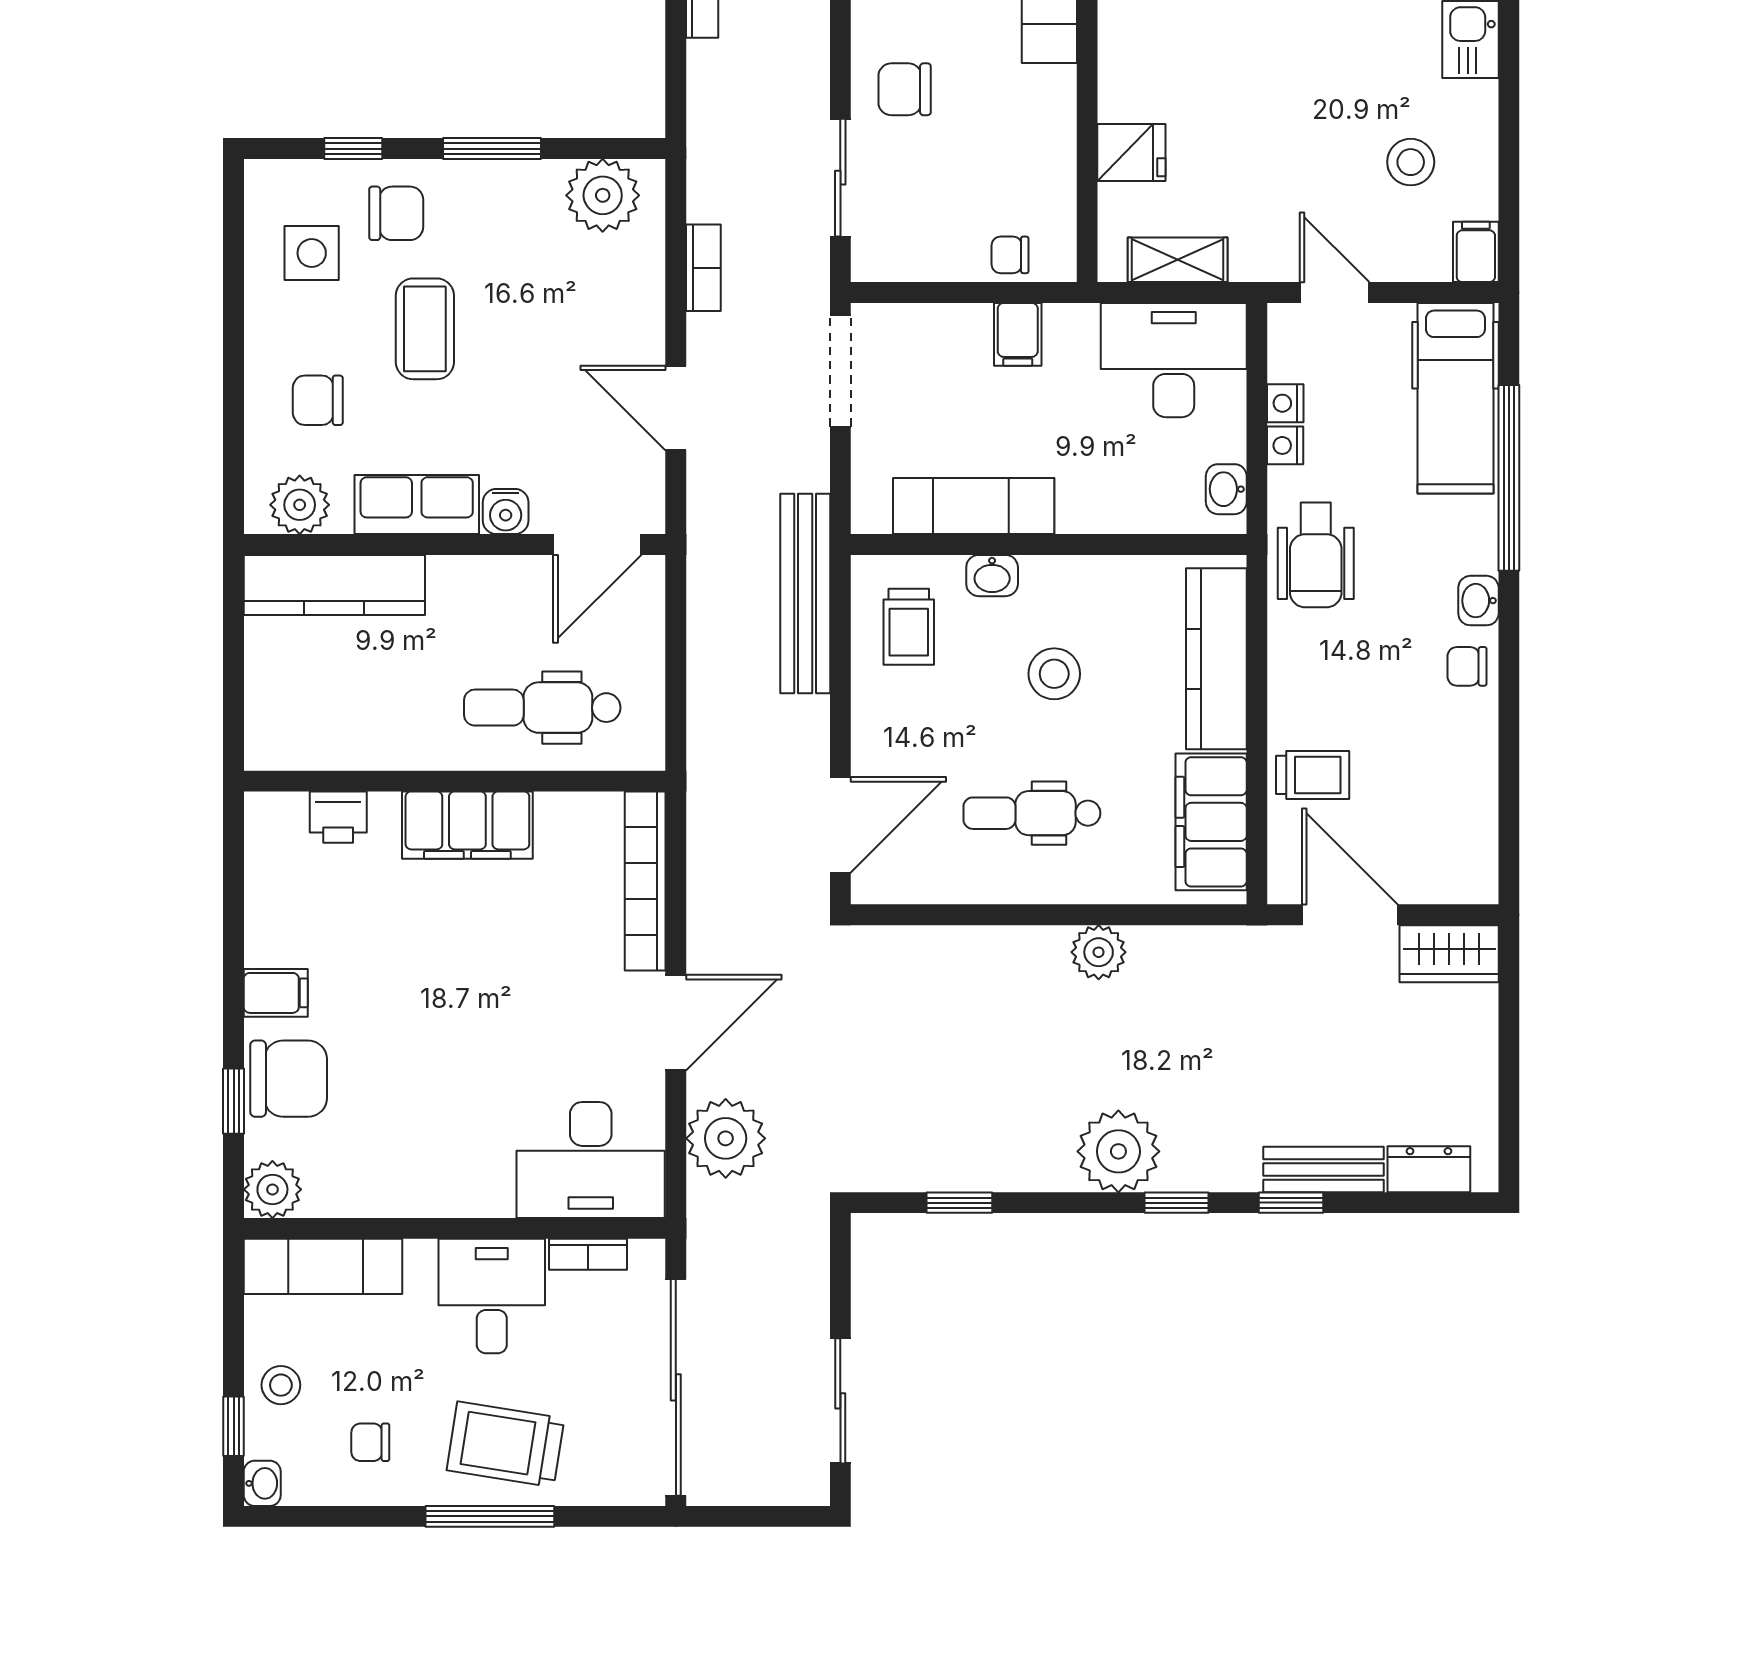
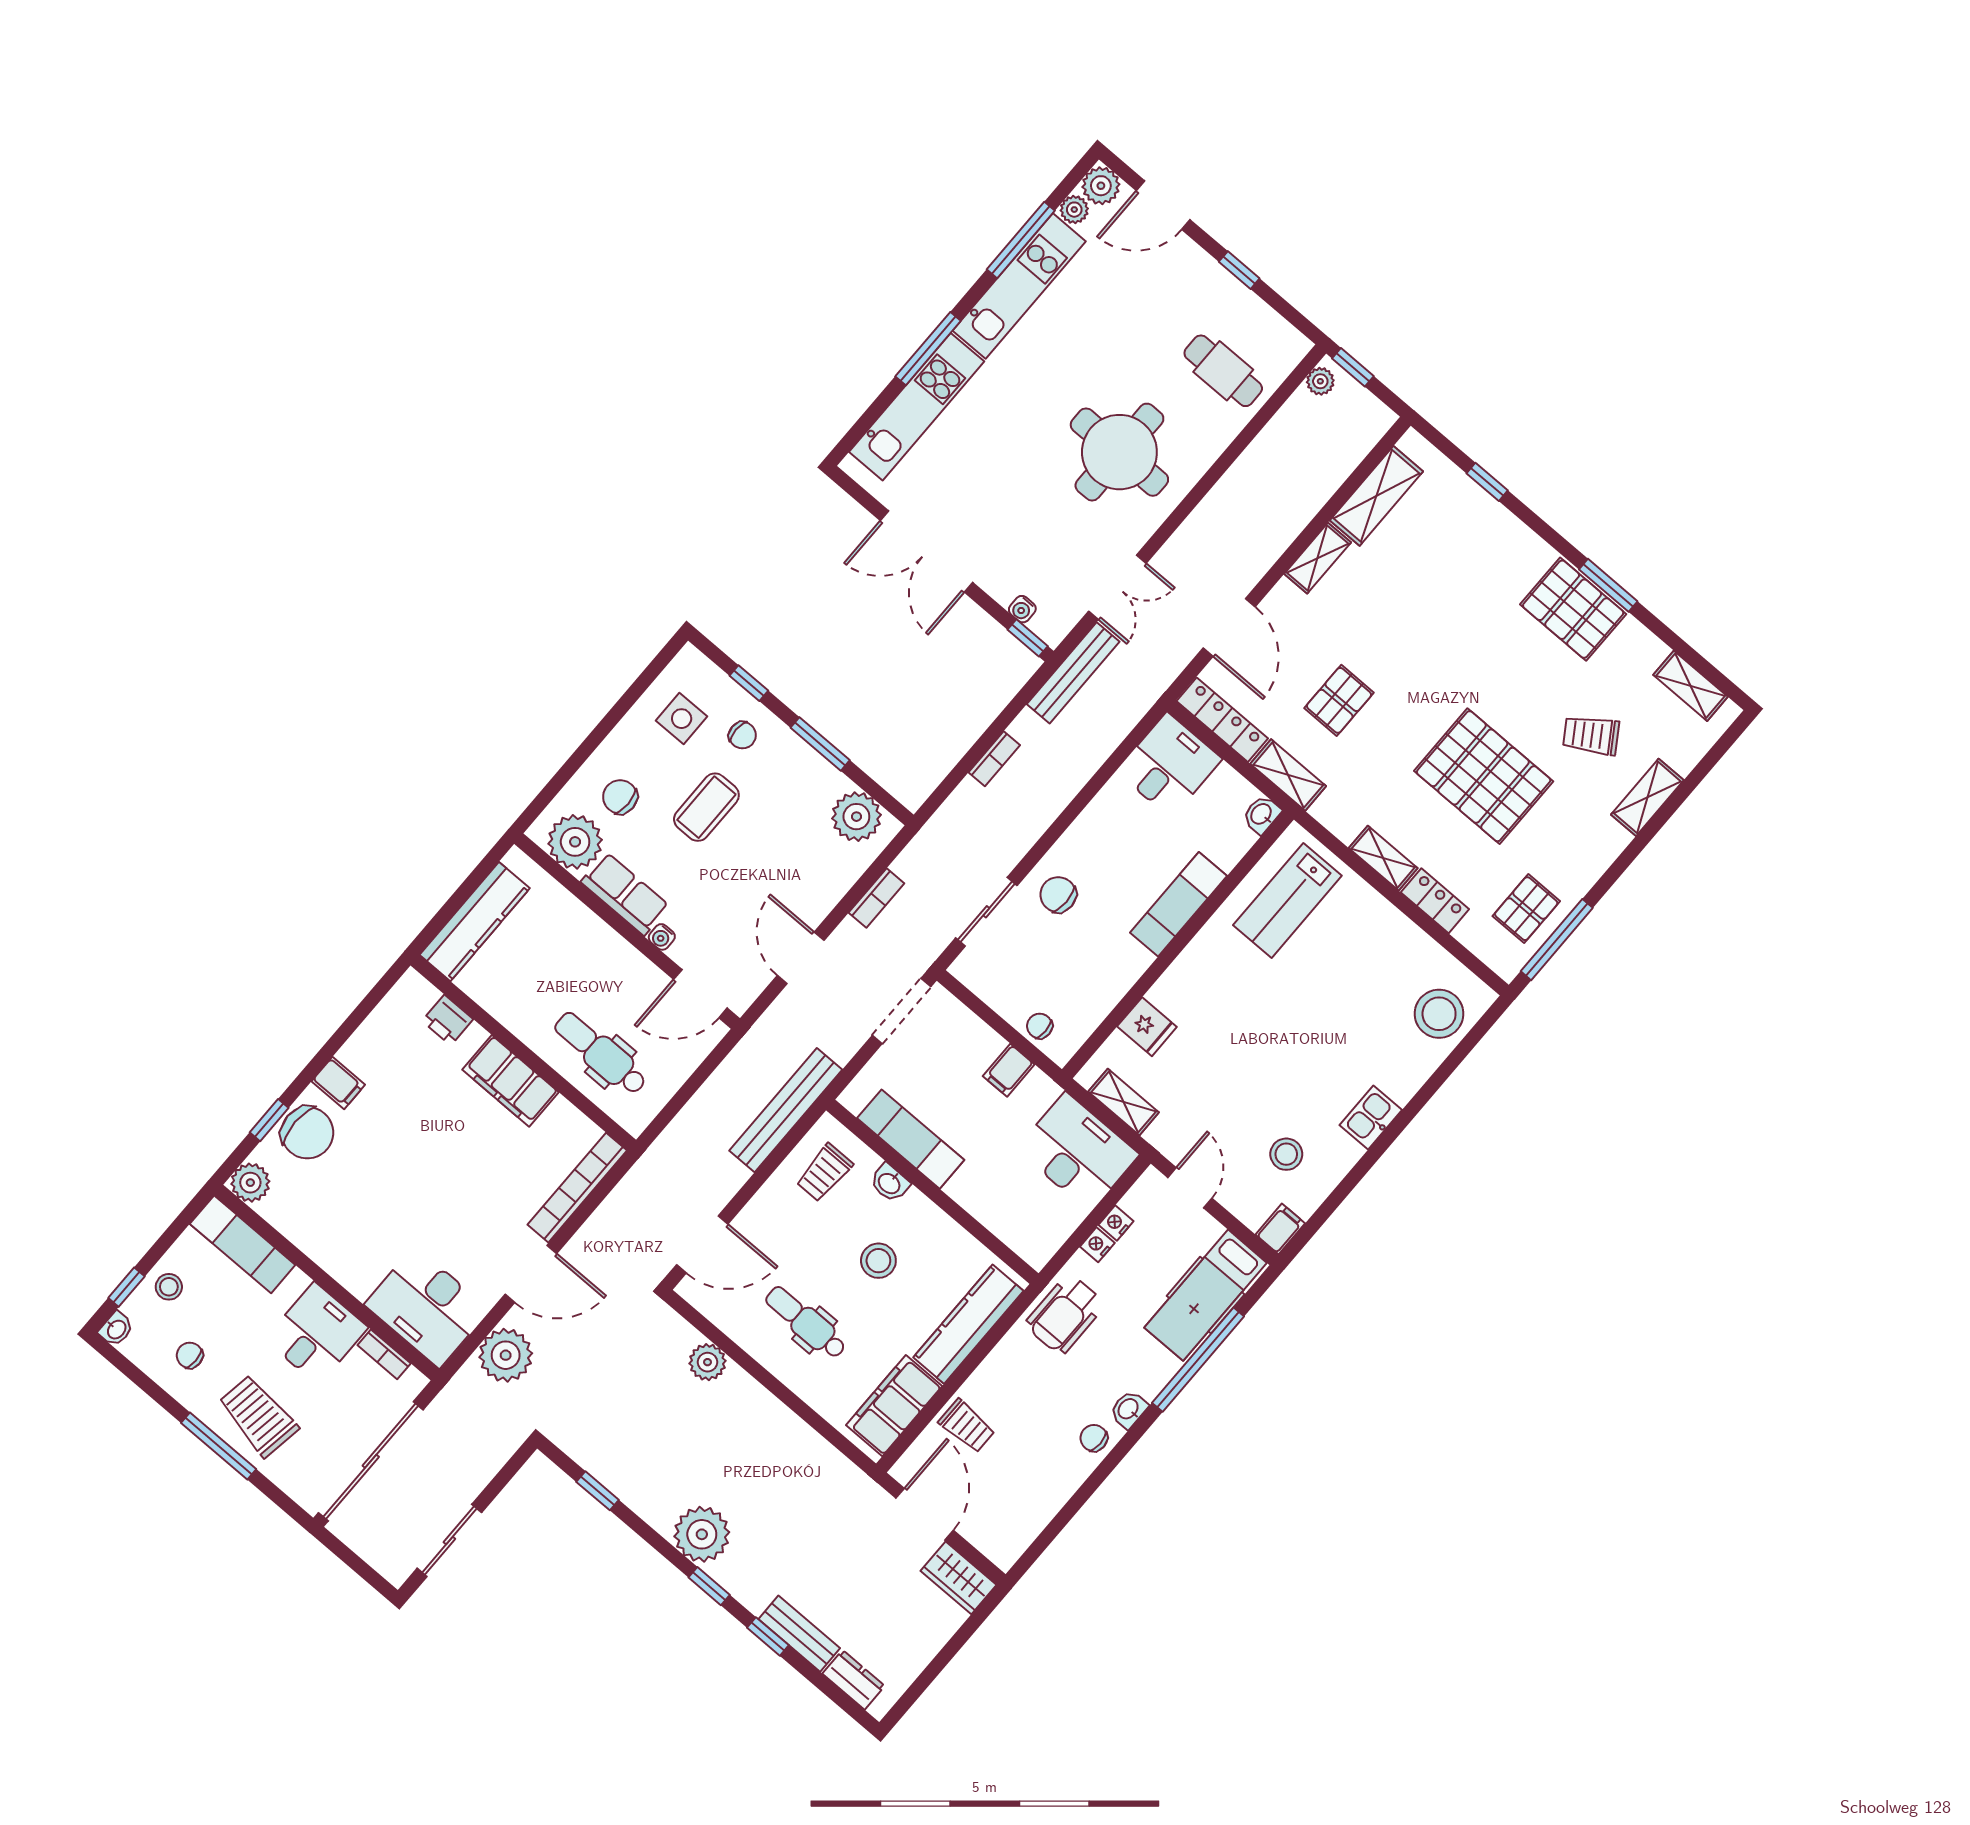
chair: (396, 213) -> (742, 735), width x0.73, depth x0.73
washbasin: (1226, 489) -> (1048, 1241), removed
plant: (300, 505) -> (575, 842), width x1.36, depth x1.36
water cooler: (506, 511) -> (662, 937), width x0.72, depth x0.72
kitchen counter: (334, 585) -> (475, 922), moved, turned -90
plant: (1099, 952) -> (707, 1362), moved

